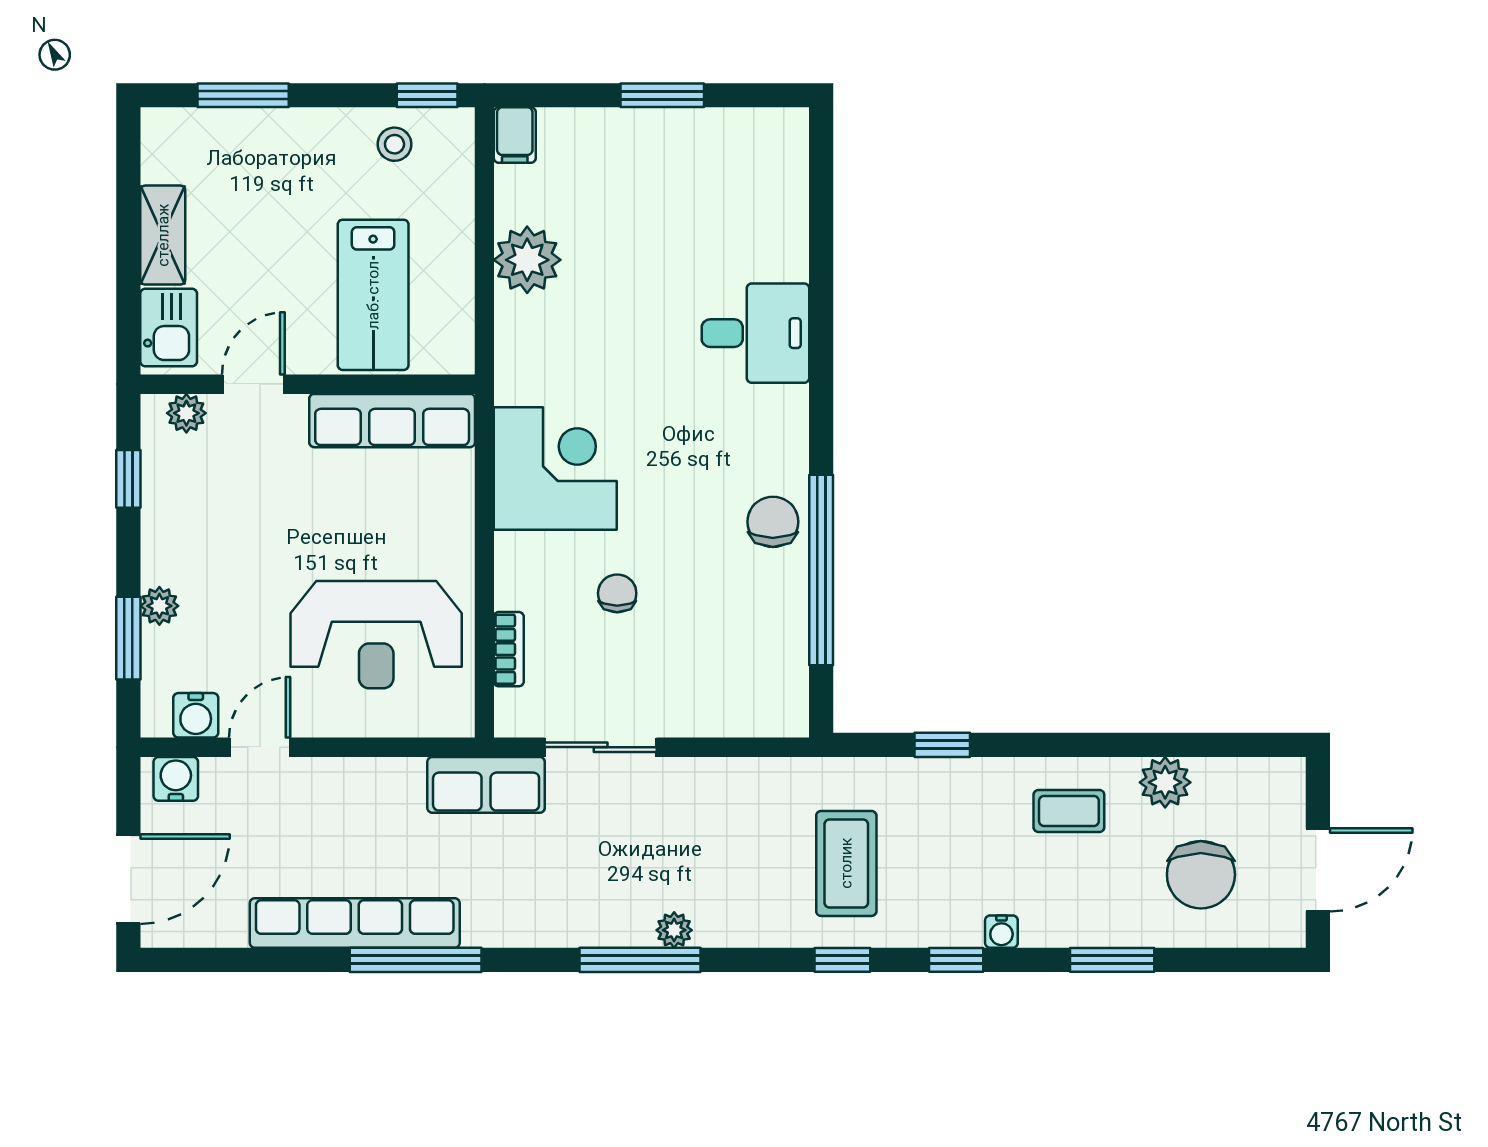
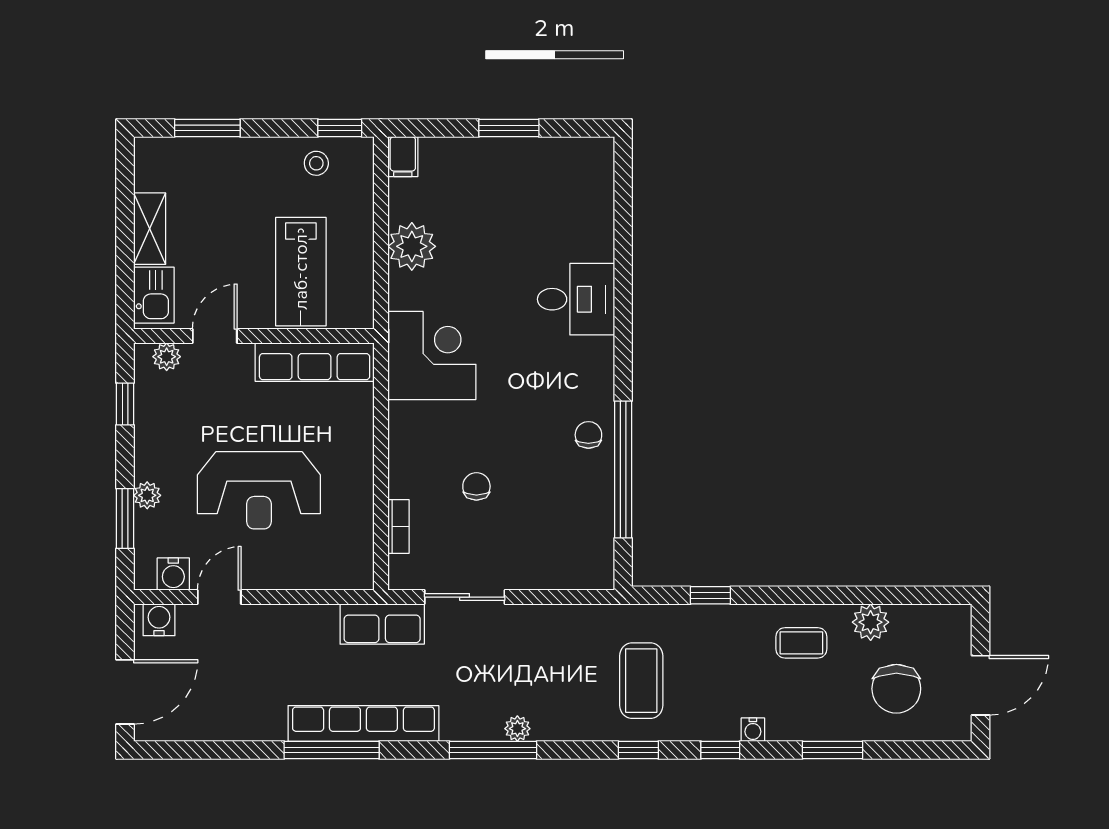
corner desk: (555, 469) -> (432, 355), moved
chair: (773, 522) -> (588, 435), width x0.73, depth x0.73
reception desk: (376, 635) -> (259, 490), moved
row of seats: (355, 923) -> (363, 723), moved

